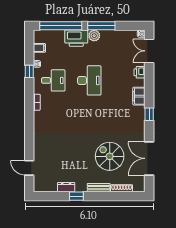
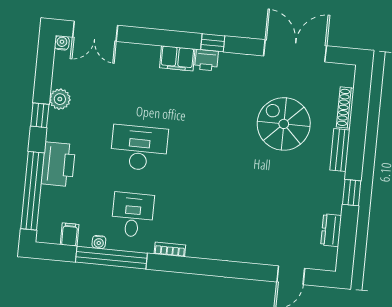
window: (101, 26) -> (40, 115), width x0.46
plant: (94, 36) -> (60, 99), moved
window: (29, 71) -> (111, 258), width x3.17
printer: (140, 72) -> (207, 60), moved
spiral stairs: (110, 156) -> (284, 124), turned 90
double door: (149, 158) -> (295, 51), swing flipped
dresser: (66, 187) -> (331, 230), moved

